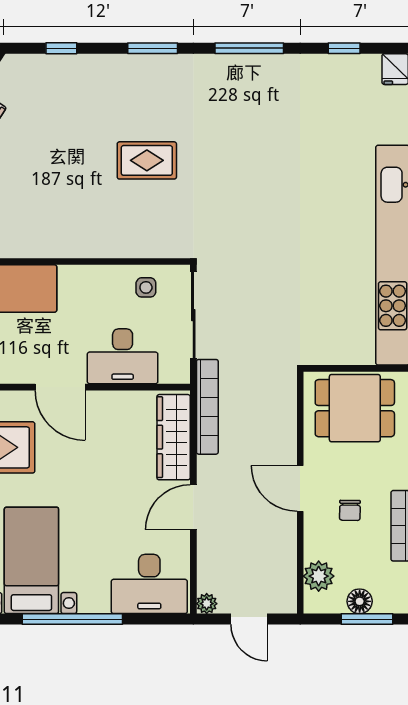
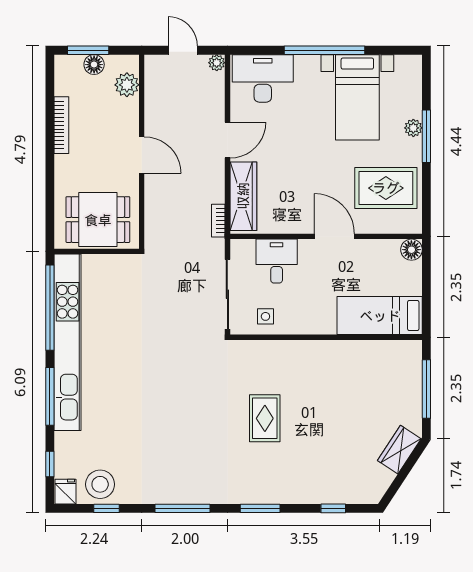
stool: (352, 78) -> (100, 484), added
rug: (147, 160) -> (265, 418), turned 90
desk: (123, 356) -> (277, 261), width x0.73
bookcase: (207, 407) -> (218, 221), width x0.43, depth x0.76
chair: (350, 510) -> (102, 138), removed

